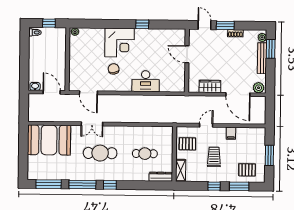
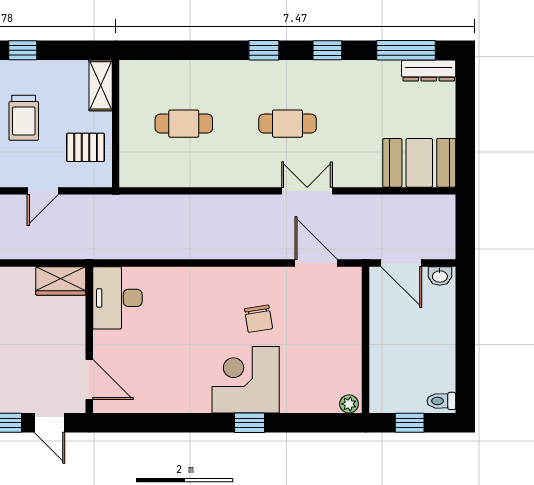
window: (142, 24) -> (250, 423), moved
door: (187, 54) -> (89, 379), moved
desk: (146, 81) -> (117, 298), moved, turned -90
wardrobe: (210, 86) -> (61, 281), moved
booth: (49, 140) -> (419, 163), width x0.73, depth x0.70
cafe table: (100, 153) -> (287, 124), width x0.73, depth x0.74
dresser: (161, 177) -> (429, 70), moved
window: (82, 185) -> (327, 50), width x0.46

